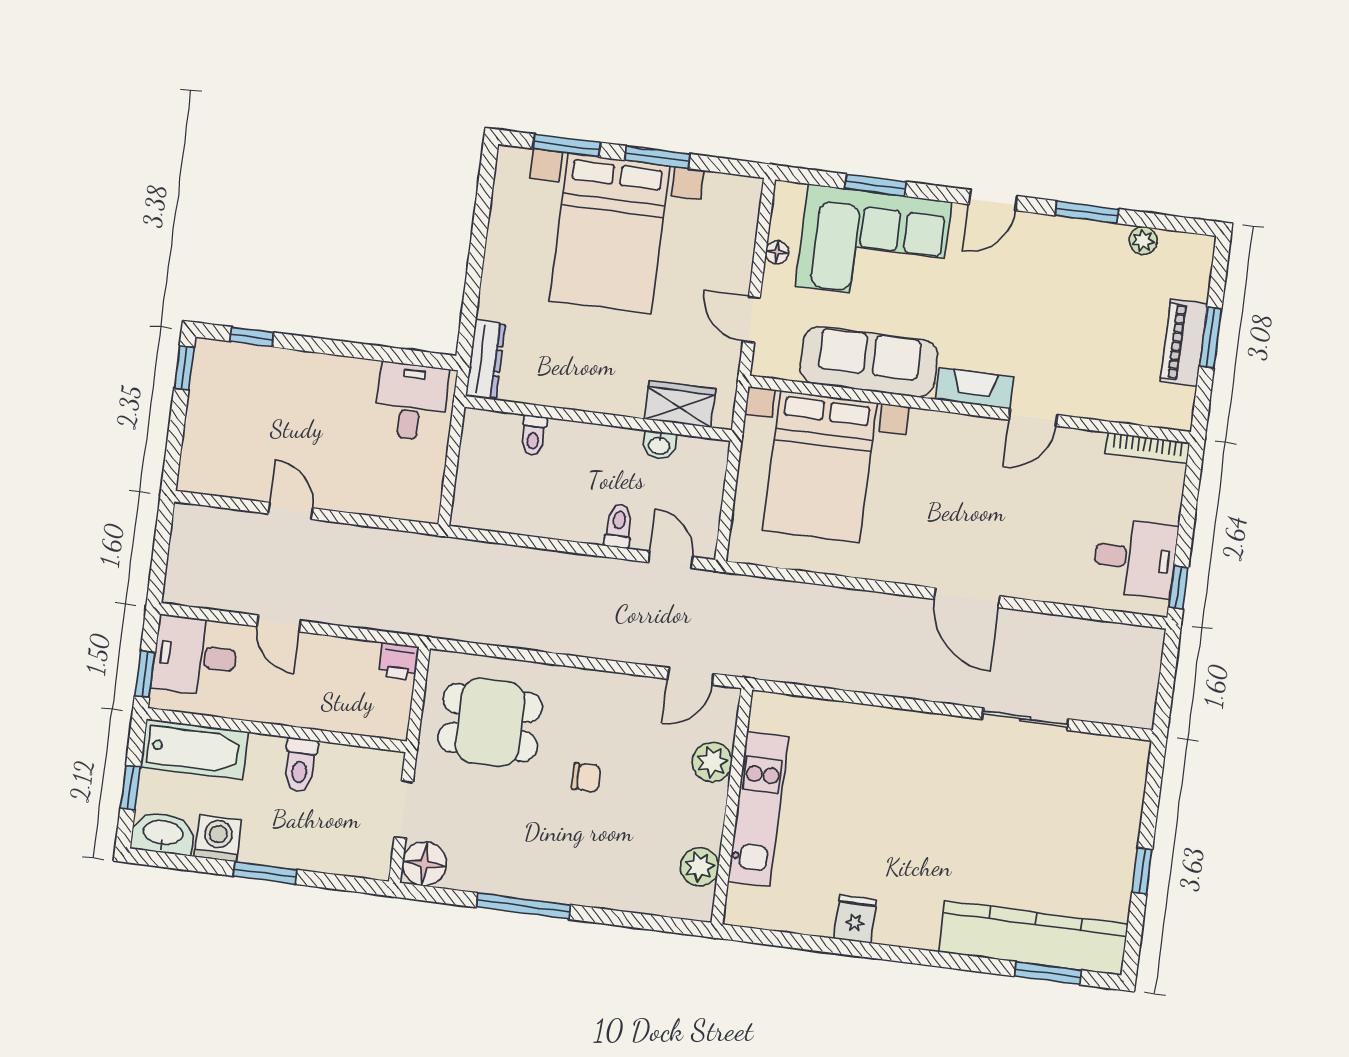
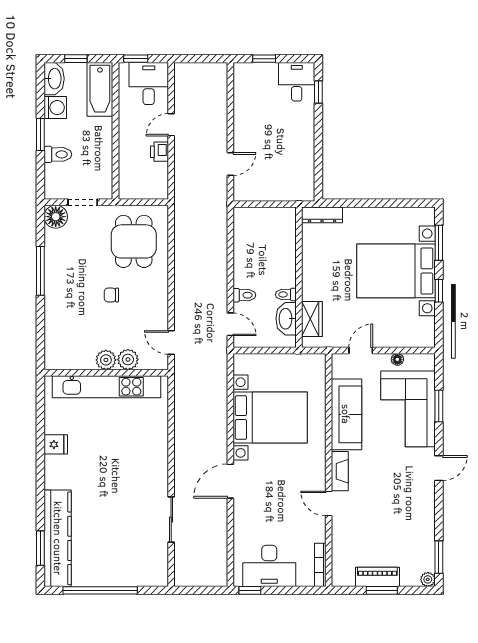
window: (657, 157) -> (439, 291), width x0.67
door: (993, 200) -> (439, 468), swing flipped
window: (1087, 212) -> (439, 557), moved
plant: (1143, 241) -> (428, 579), moved
window: (184, 368) -> (264, 59), moved
desk: (411, 402) -> (297, 82), moved, turned -90
toilet: (533, 435) -> (286, 294), moved
washbasin: (659, 445) -> (286, 319), width x1.91, depth x1.45
bed with nightstands: (820, 467) -> (270, 418), moved, turned 180
door: (291, 511) -> (230, 164), moved
desk: (1135, 558) -> (269, 566), width x1.37
door: (670, 560) -> (230, 324), hinge flipped
printer: (399, 661) -> (159, 152), moved
toilet: (300, 765) -> (58, 154), moved, turned 180
chair: (586, 778) -> (111, 295), turned 90
kitchen unit: (758, 809) -> (106, 387), width x1.36
plant: (699, 867) -> (106, 360), moved
window: (1142, 871) -> (100, 590), width x3.17

